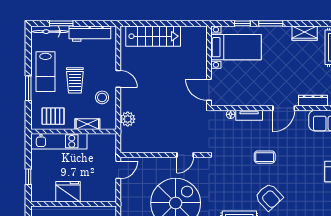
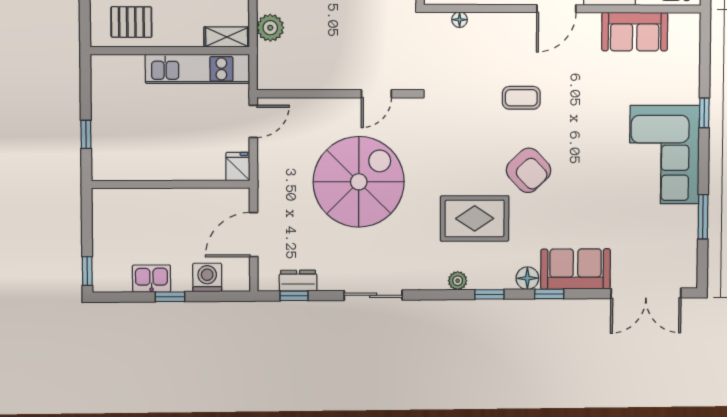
tv unit: (249, 115) -> (493, 21), removed
shelving: (87, 124) -> (227, 37), moved
kitchen unit: (59, 141) -> (197, 69), moved
fridge: (68, 192) -> (238, 166), moved, width x0.53, depth x0.75

